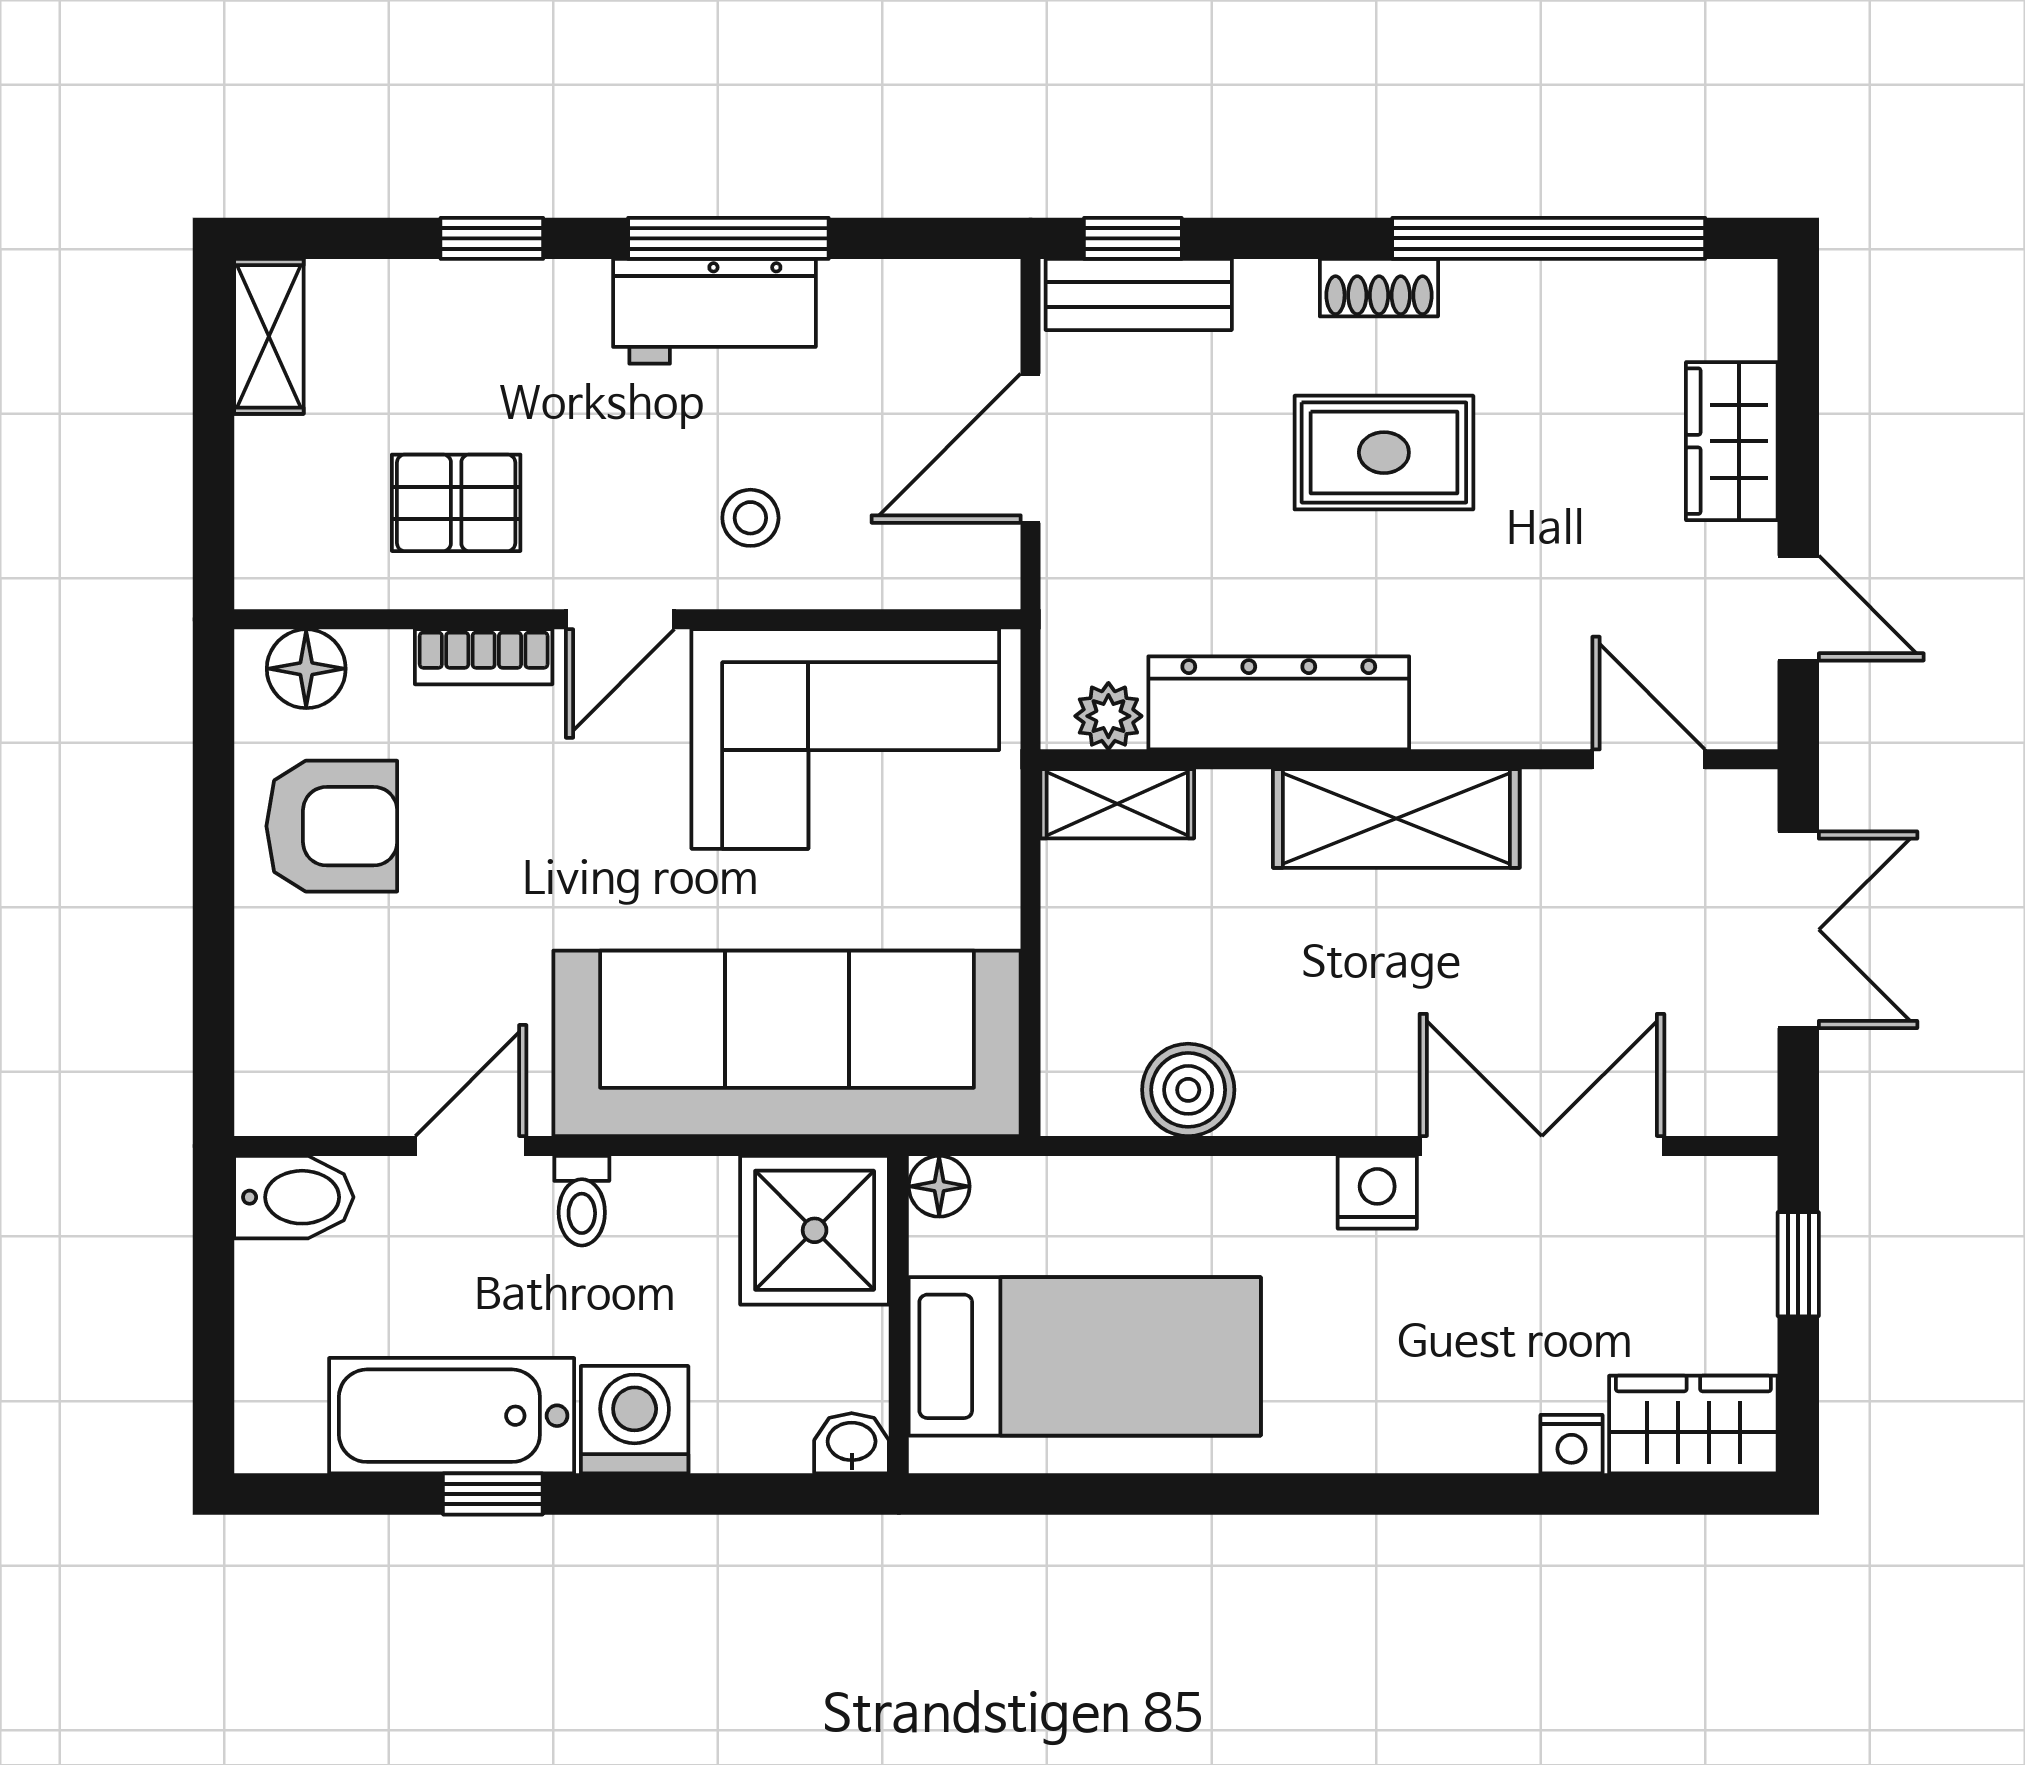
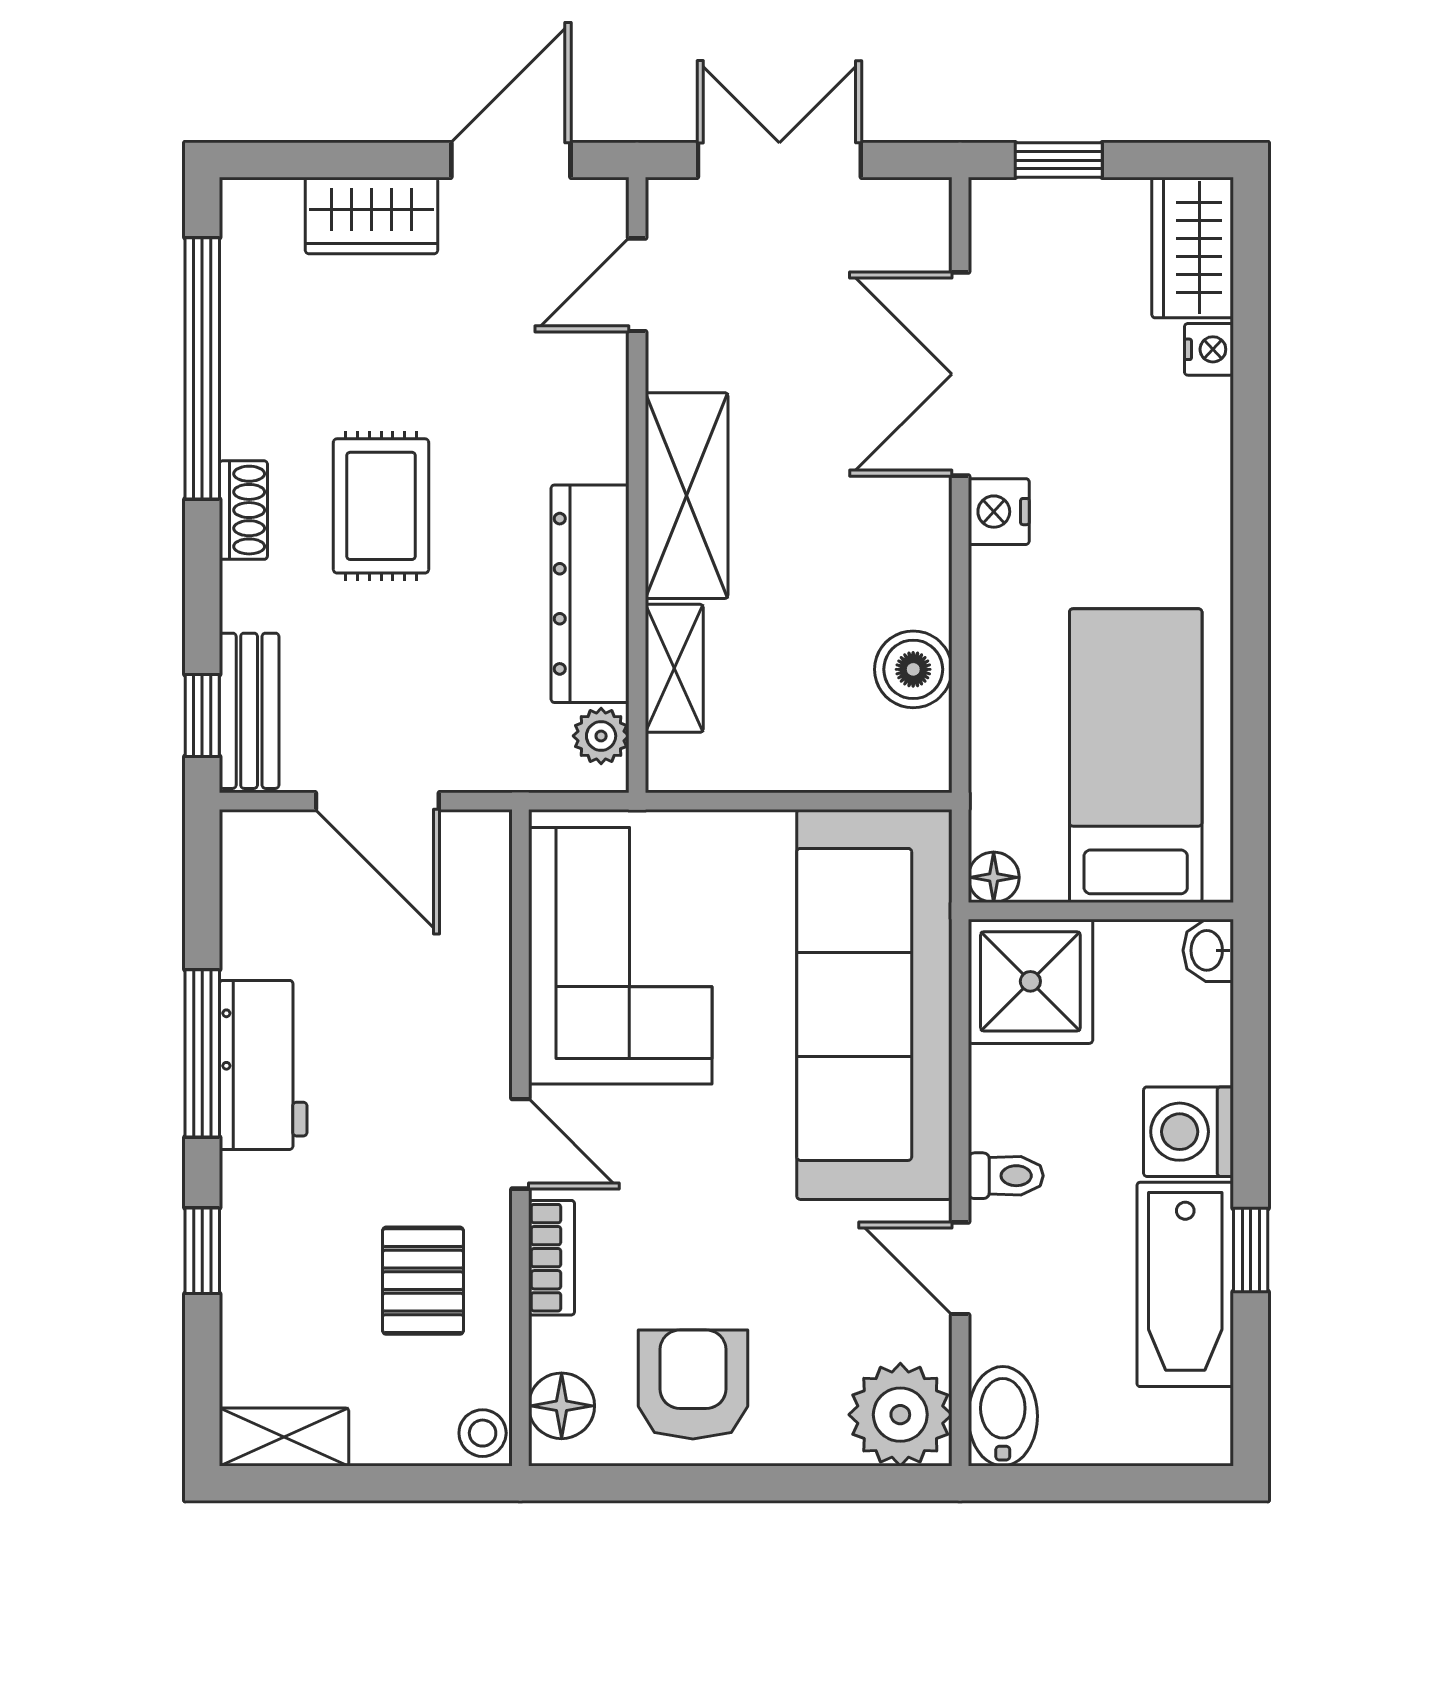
stool: (750, 518) -> (483, 1433), moved
door: (1798, 608) -> (511, 160), width x1.37
shelving: (1117, 804) -> (674, 668), moved
plant: (296, 1074) -> (900, 1415), added

